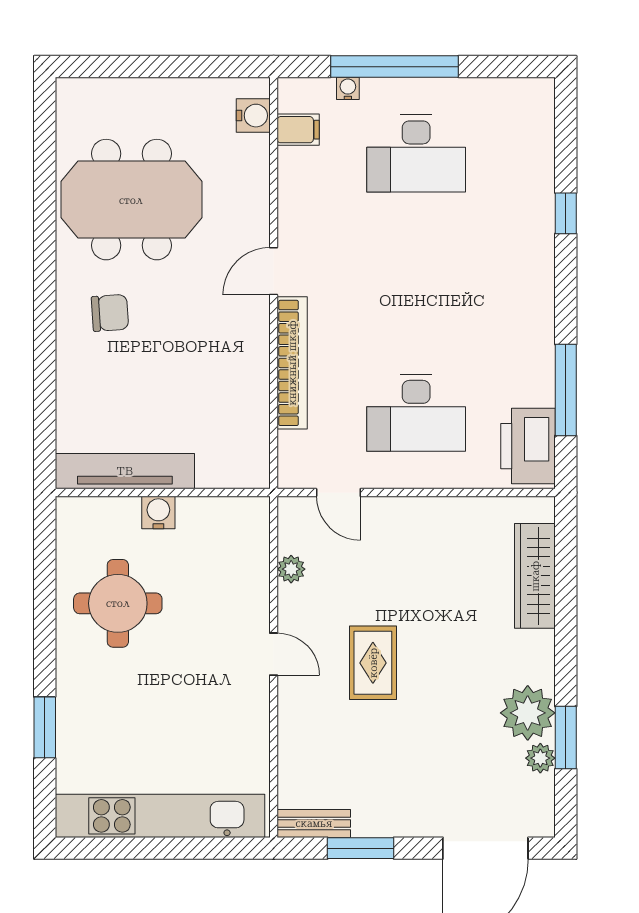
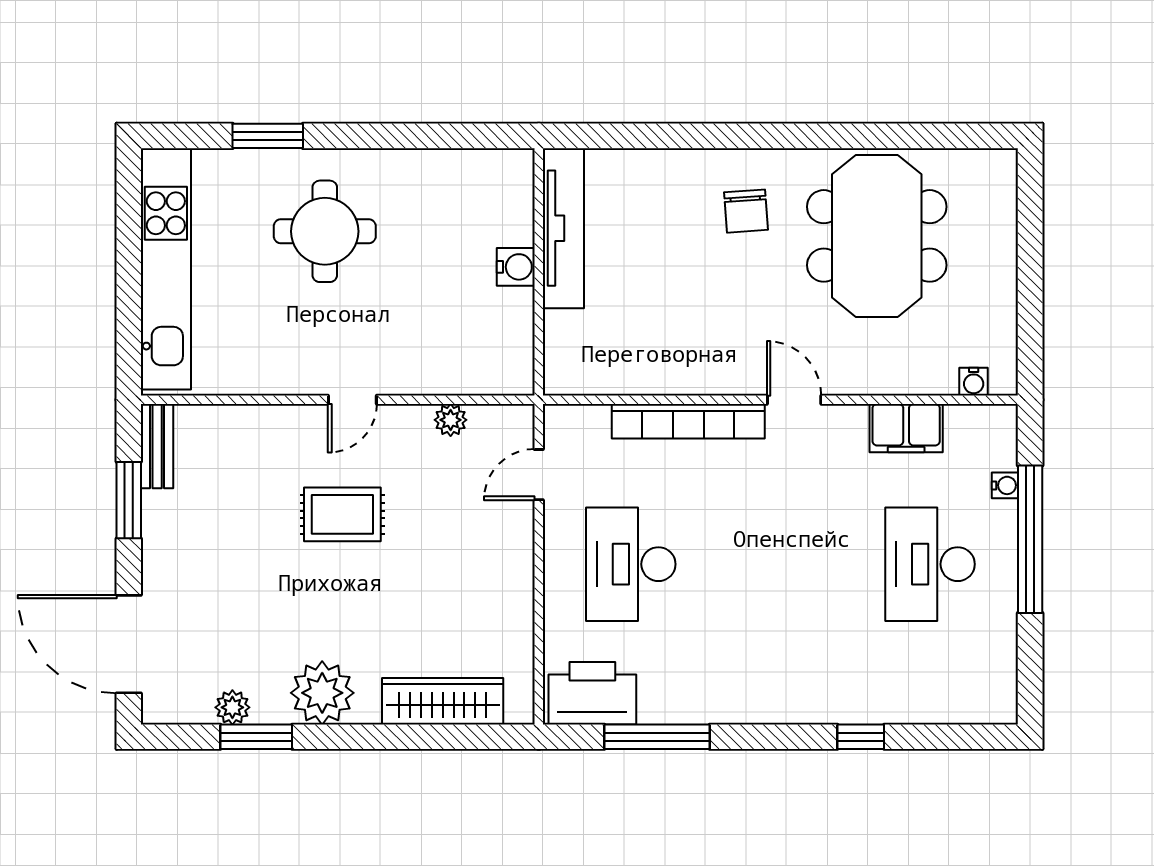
water cooler: (253, 116) -> (974, 382), width x0.72, depth x0.72
filing cabinet: (298, 130) -> (906, 428), moved, width x2.00
round table: (118, 603) -> (325, 231), moved
plant: (528, 713) -> (322, 693), moved

